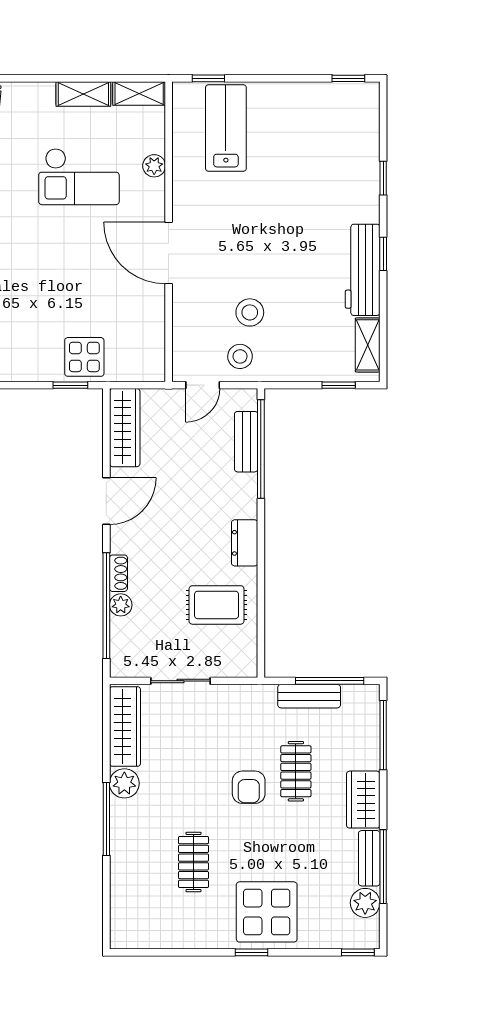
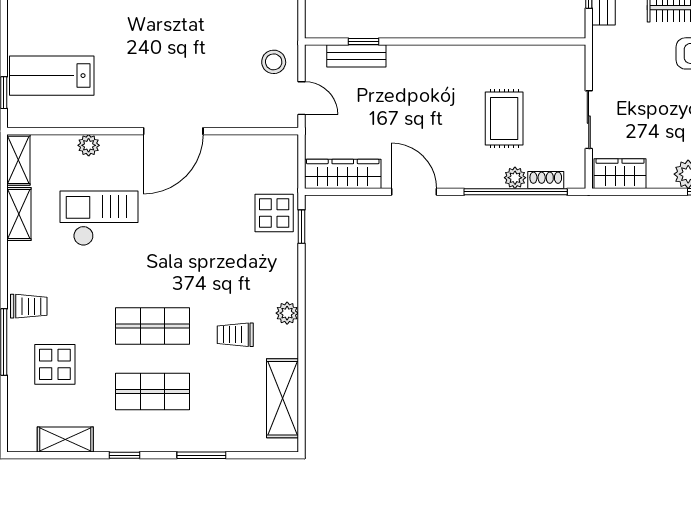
checkout: (79, 177) -> (99, 218), turned -90
stool: (250, 312) -> (231, 52), removed
window: (261, 449) -> (363, 42), width x0.32
dresser: (245, 543) -> (455, 57), removed
shoe rack: (118, 573) -> (546, 180), moved
rug: (217, 605) -> (504, 119), moved
wardrobe: (125, 726) -> (620, 174), width x0.67

